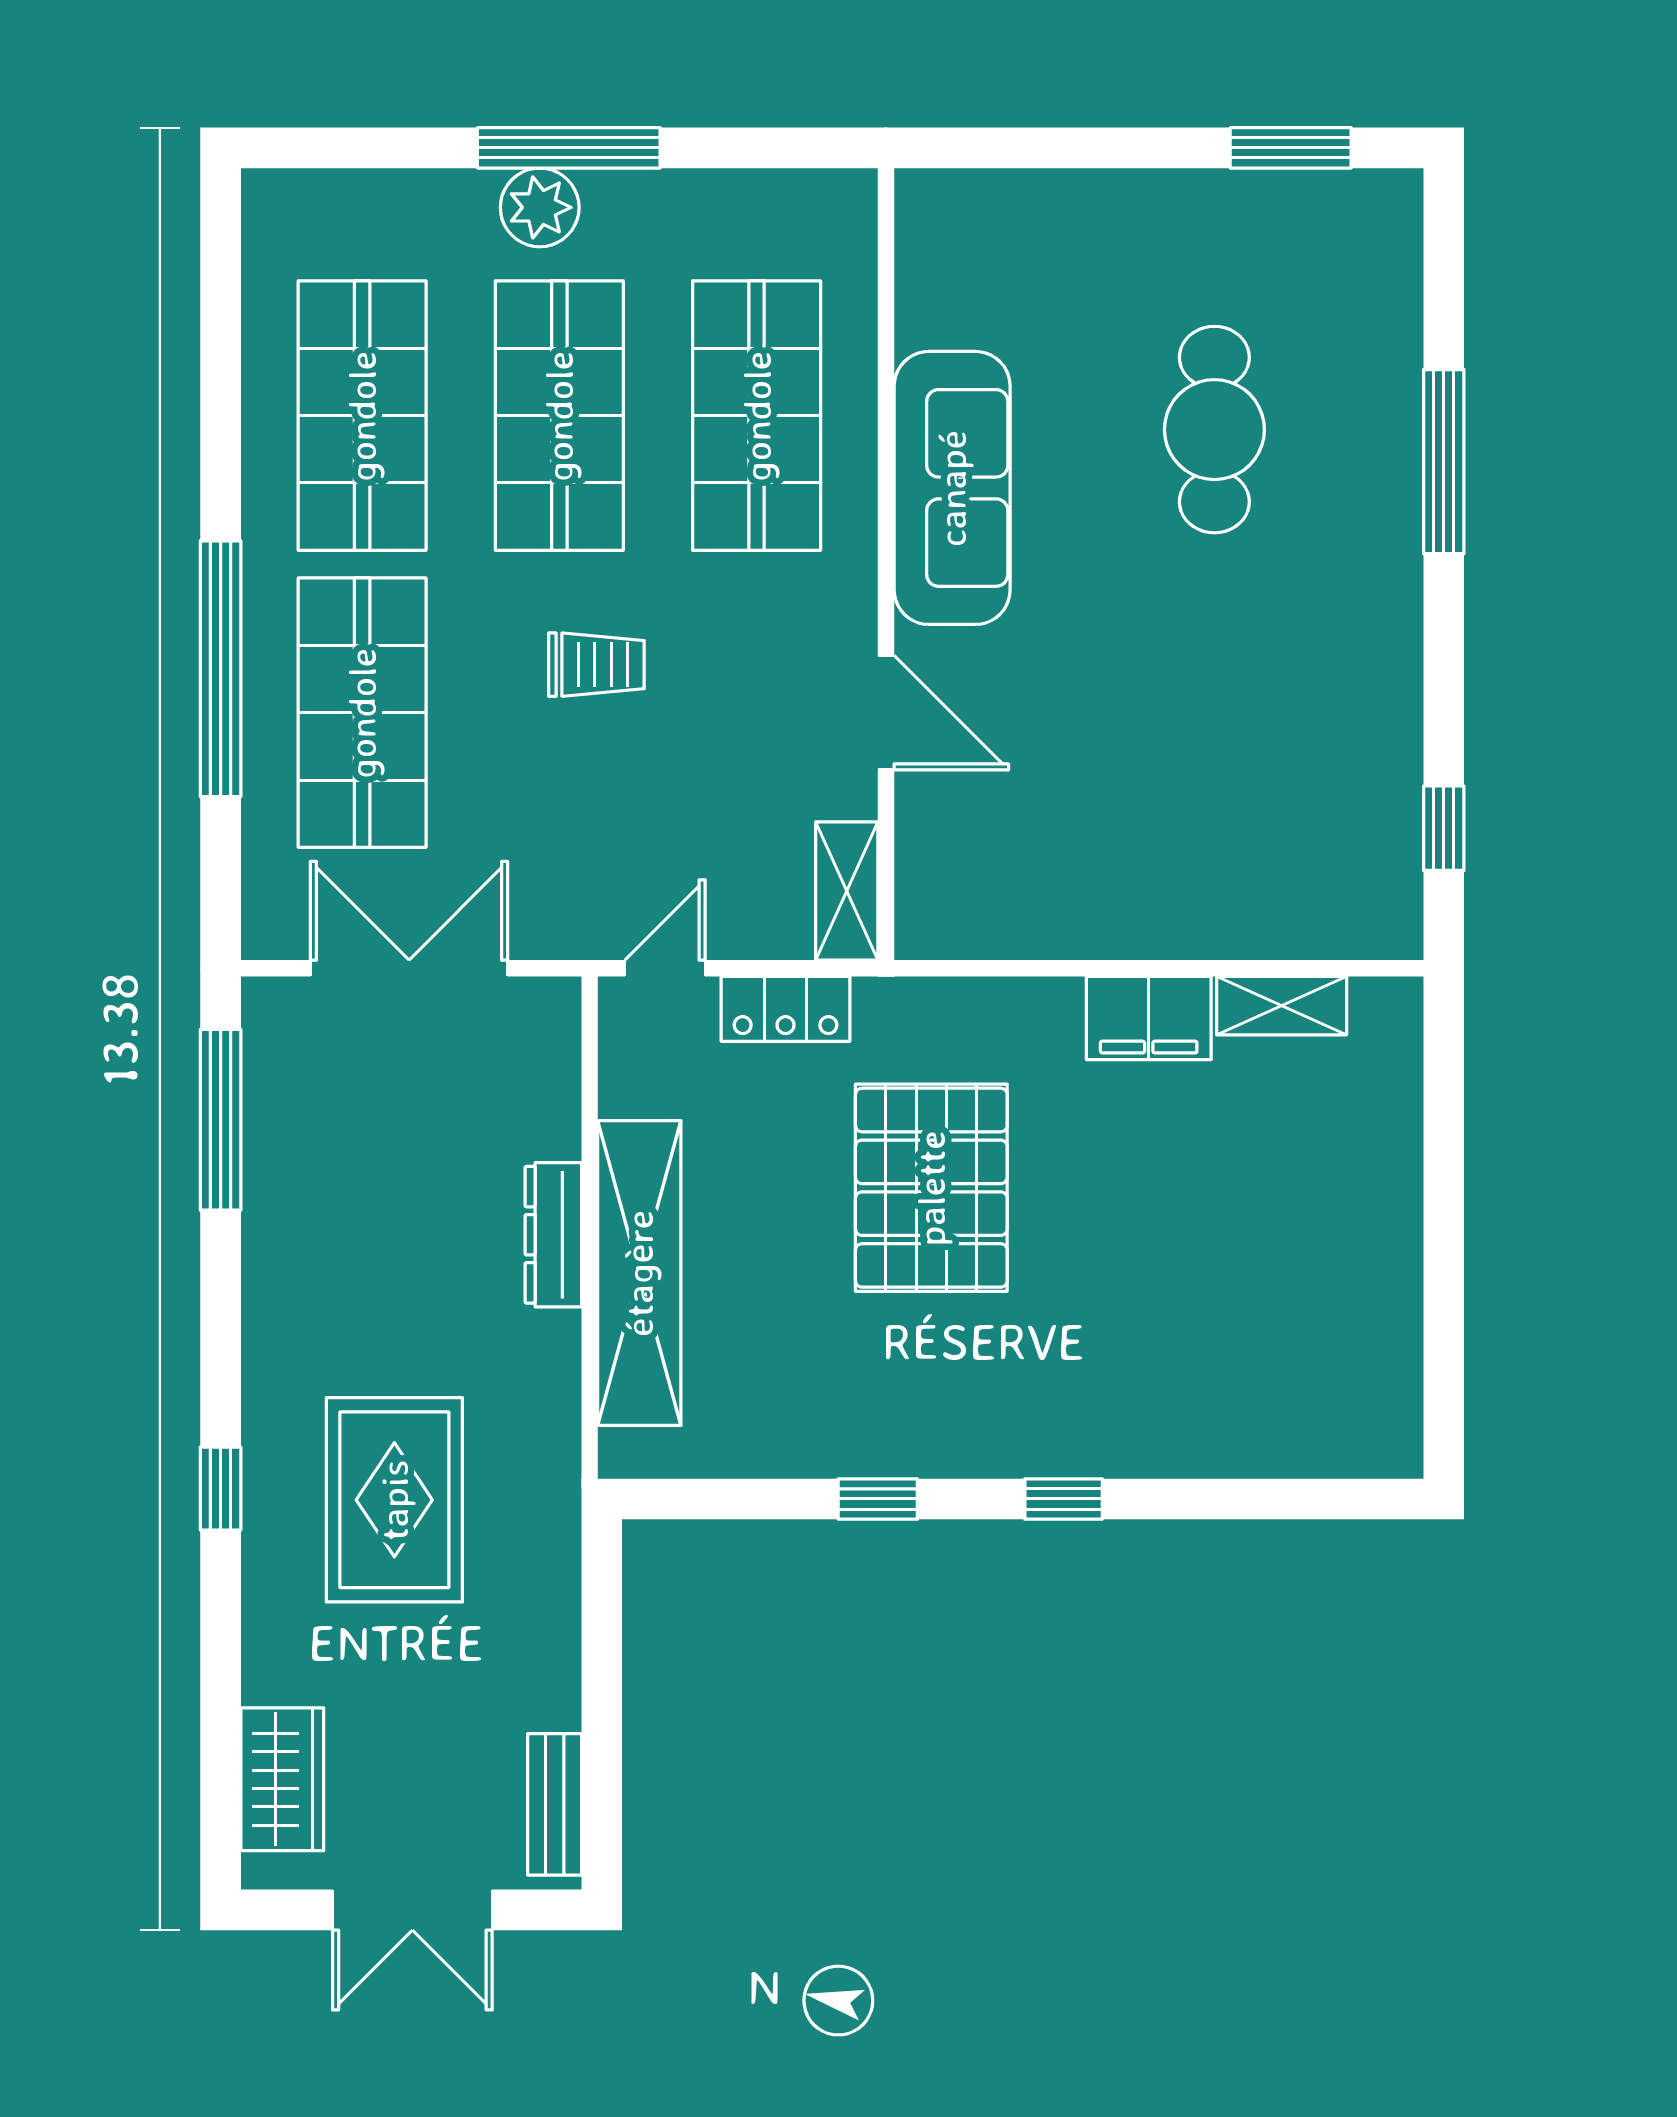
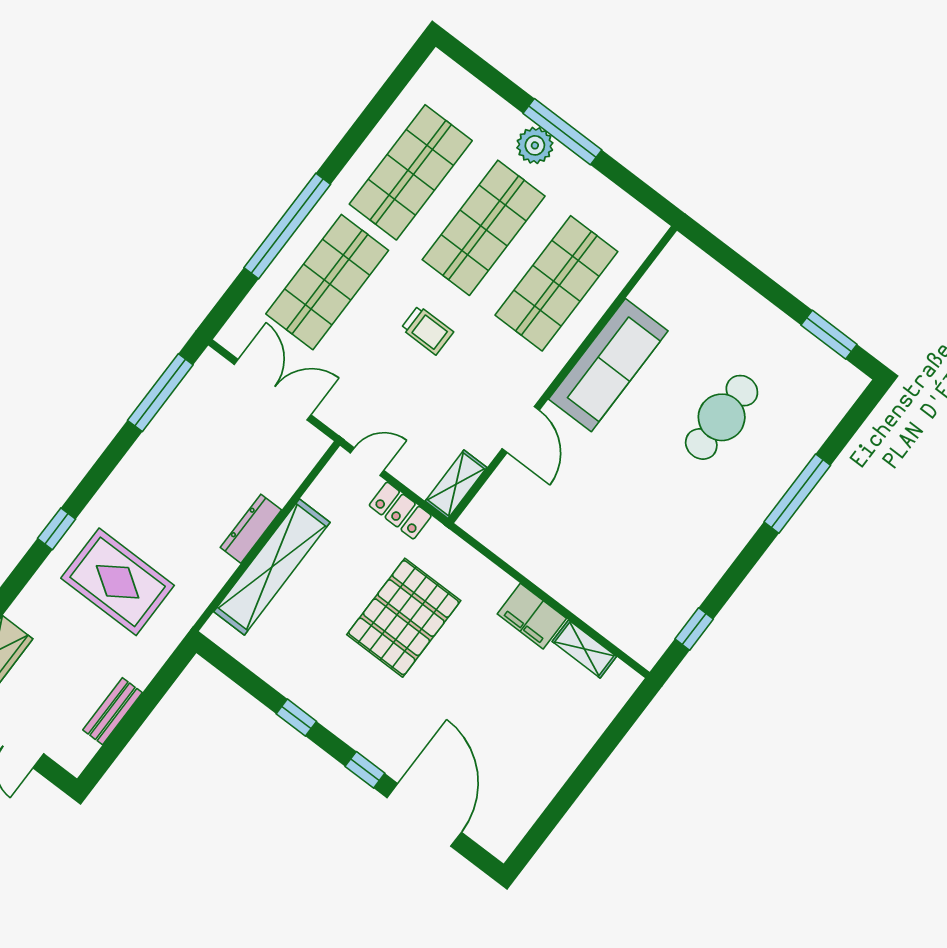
door: (1224, 1499) -> (424, 815), added
rug: (394, 1500) -> (118, 582), turned 90
bench: (555, 1804) -> (113, 711), moved

